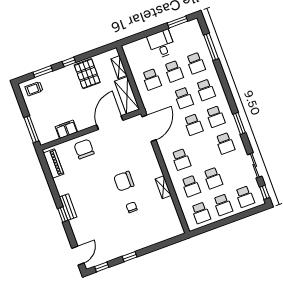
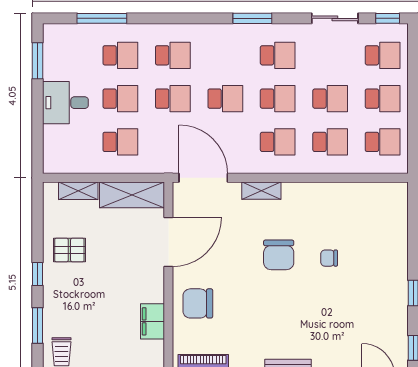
pallet: (87, 74) -> (69, 250), width x0.67, depth x0.71
school desk: (215, 117) -> (278, 99), moved
door: (110, 123) -> (168, 242), swing flipped
shelving: (163, 187) -> (261, 191), moved

